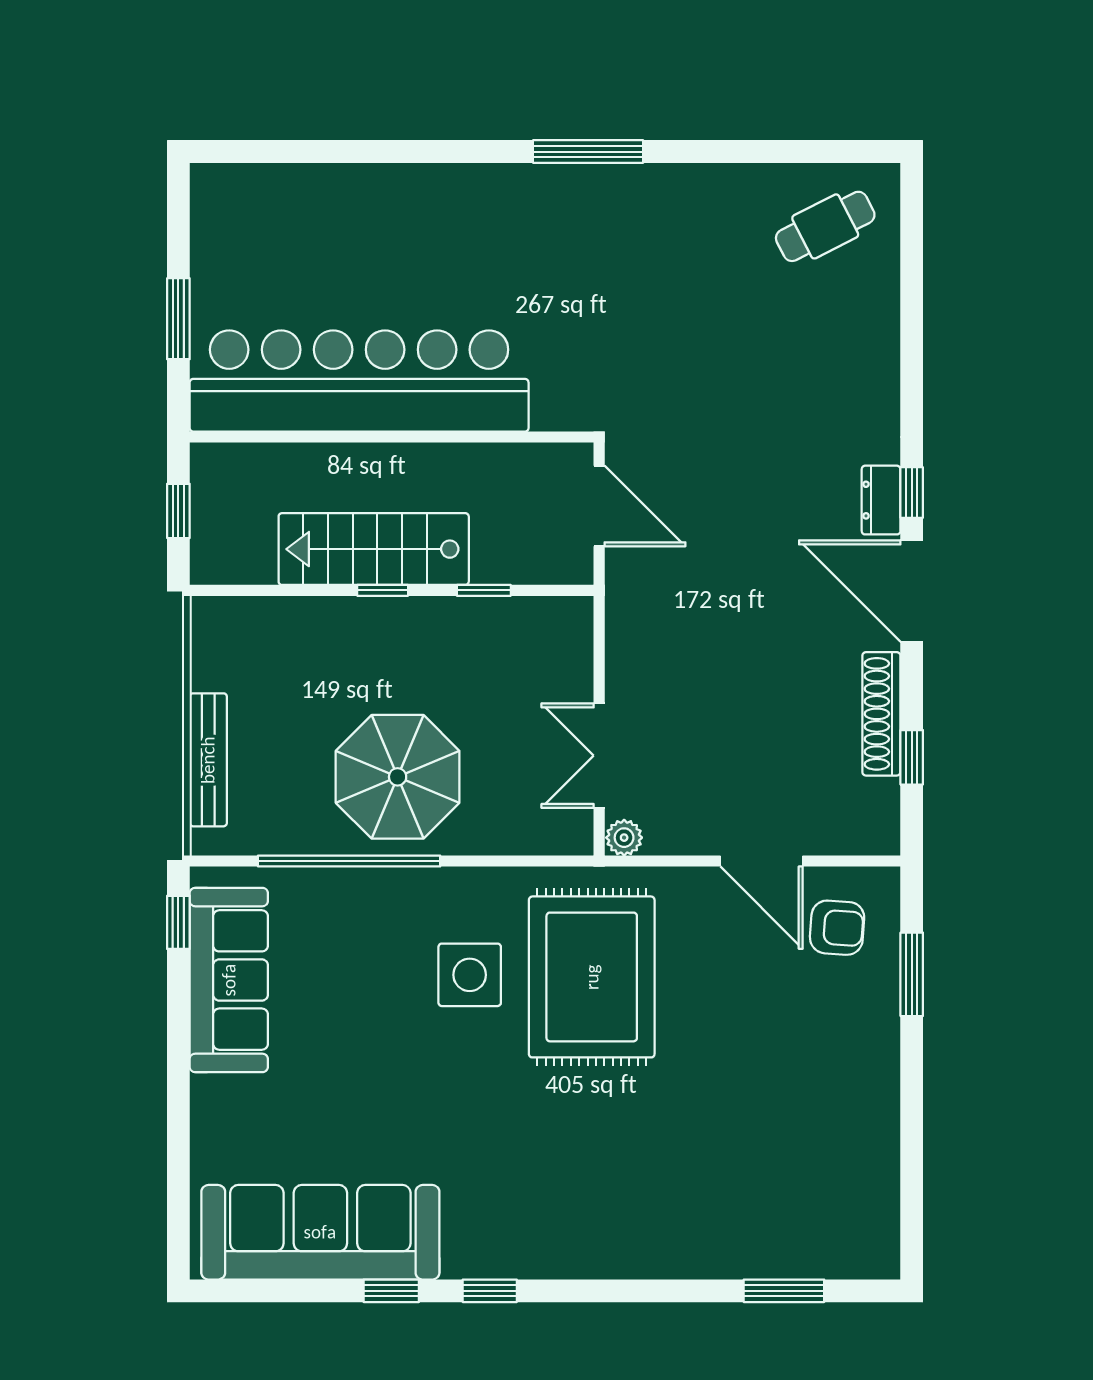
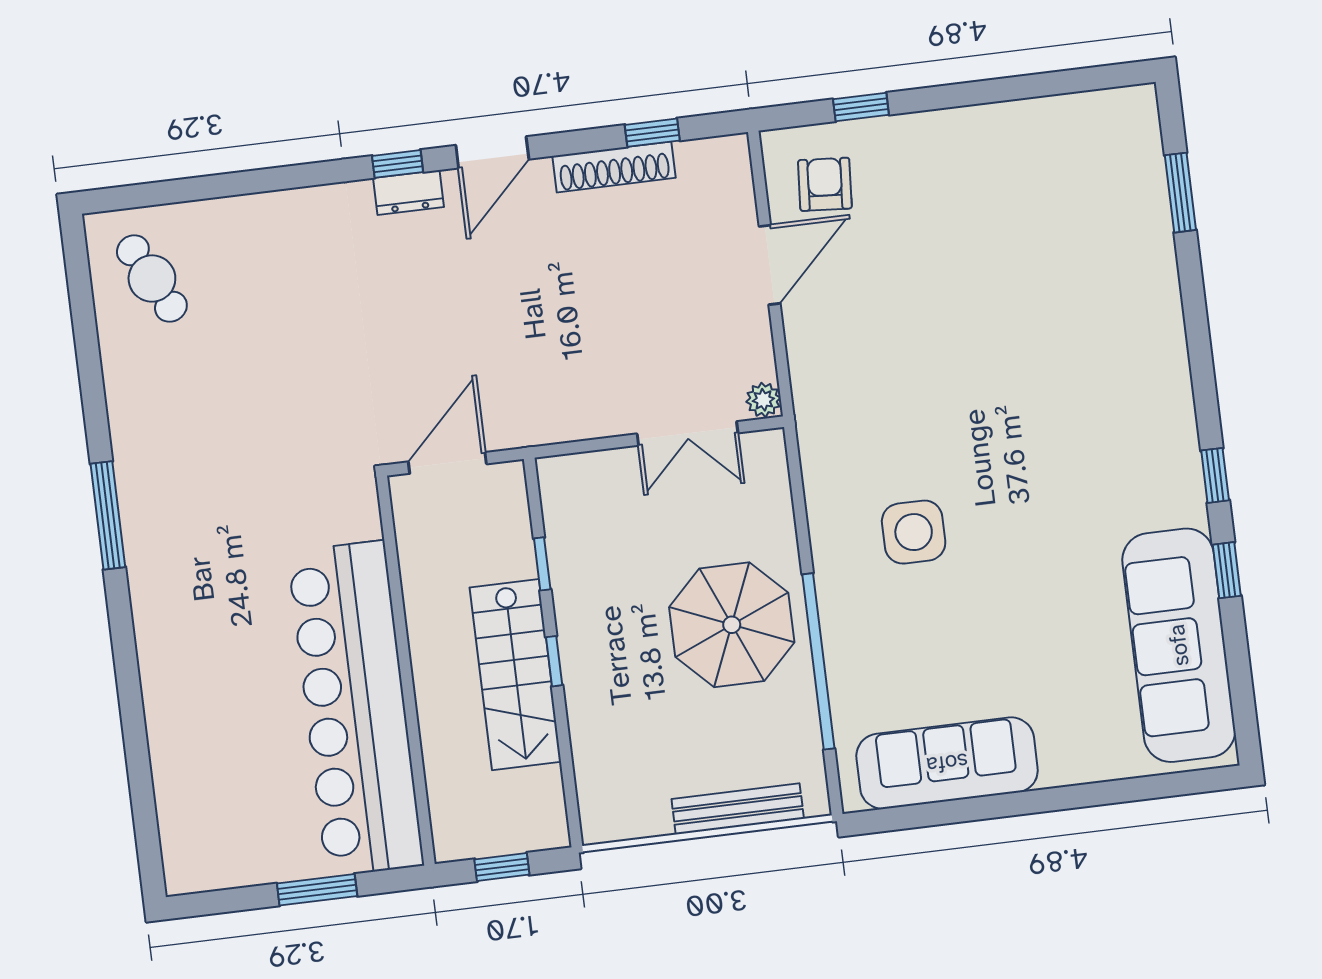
door: (912, 591) -> (492, 152), width x0.73
window: (178, 922) -> (898, 818), removed
window: (912, 974) -> (861, 107), width x0.67
rug: (592, 977) -> (901, 414), removed

